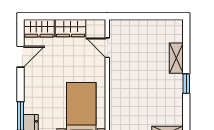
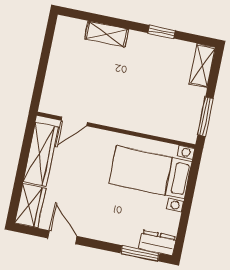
wardrobe: (70, 28) -> (41, 154), width x1.50
window: (186, 84) -> (162, 32), moved

